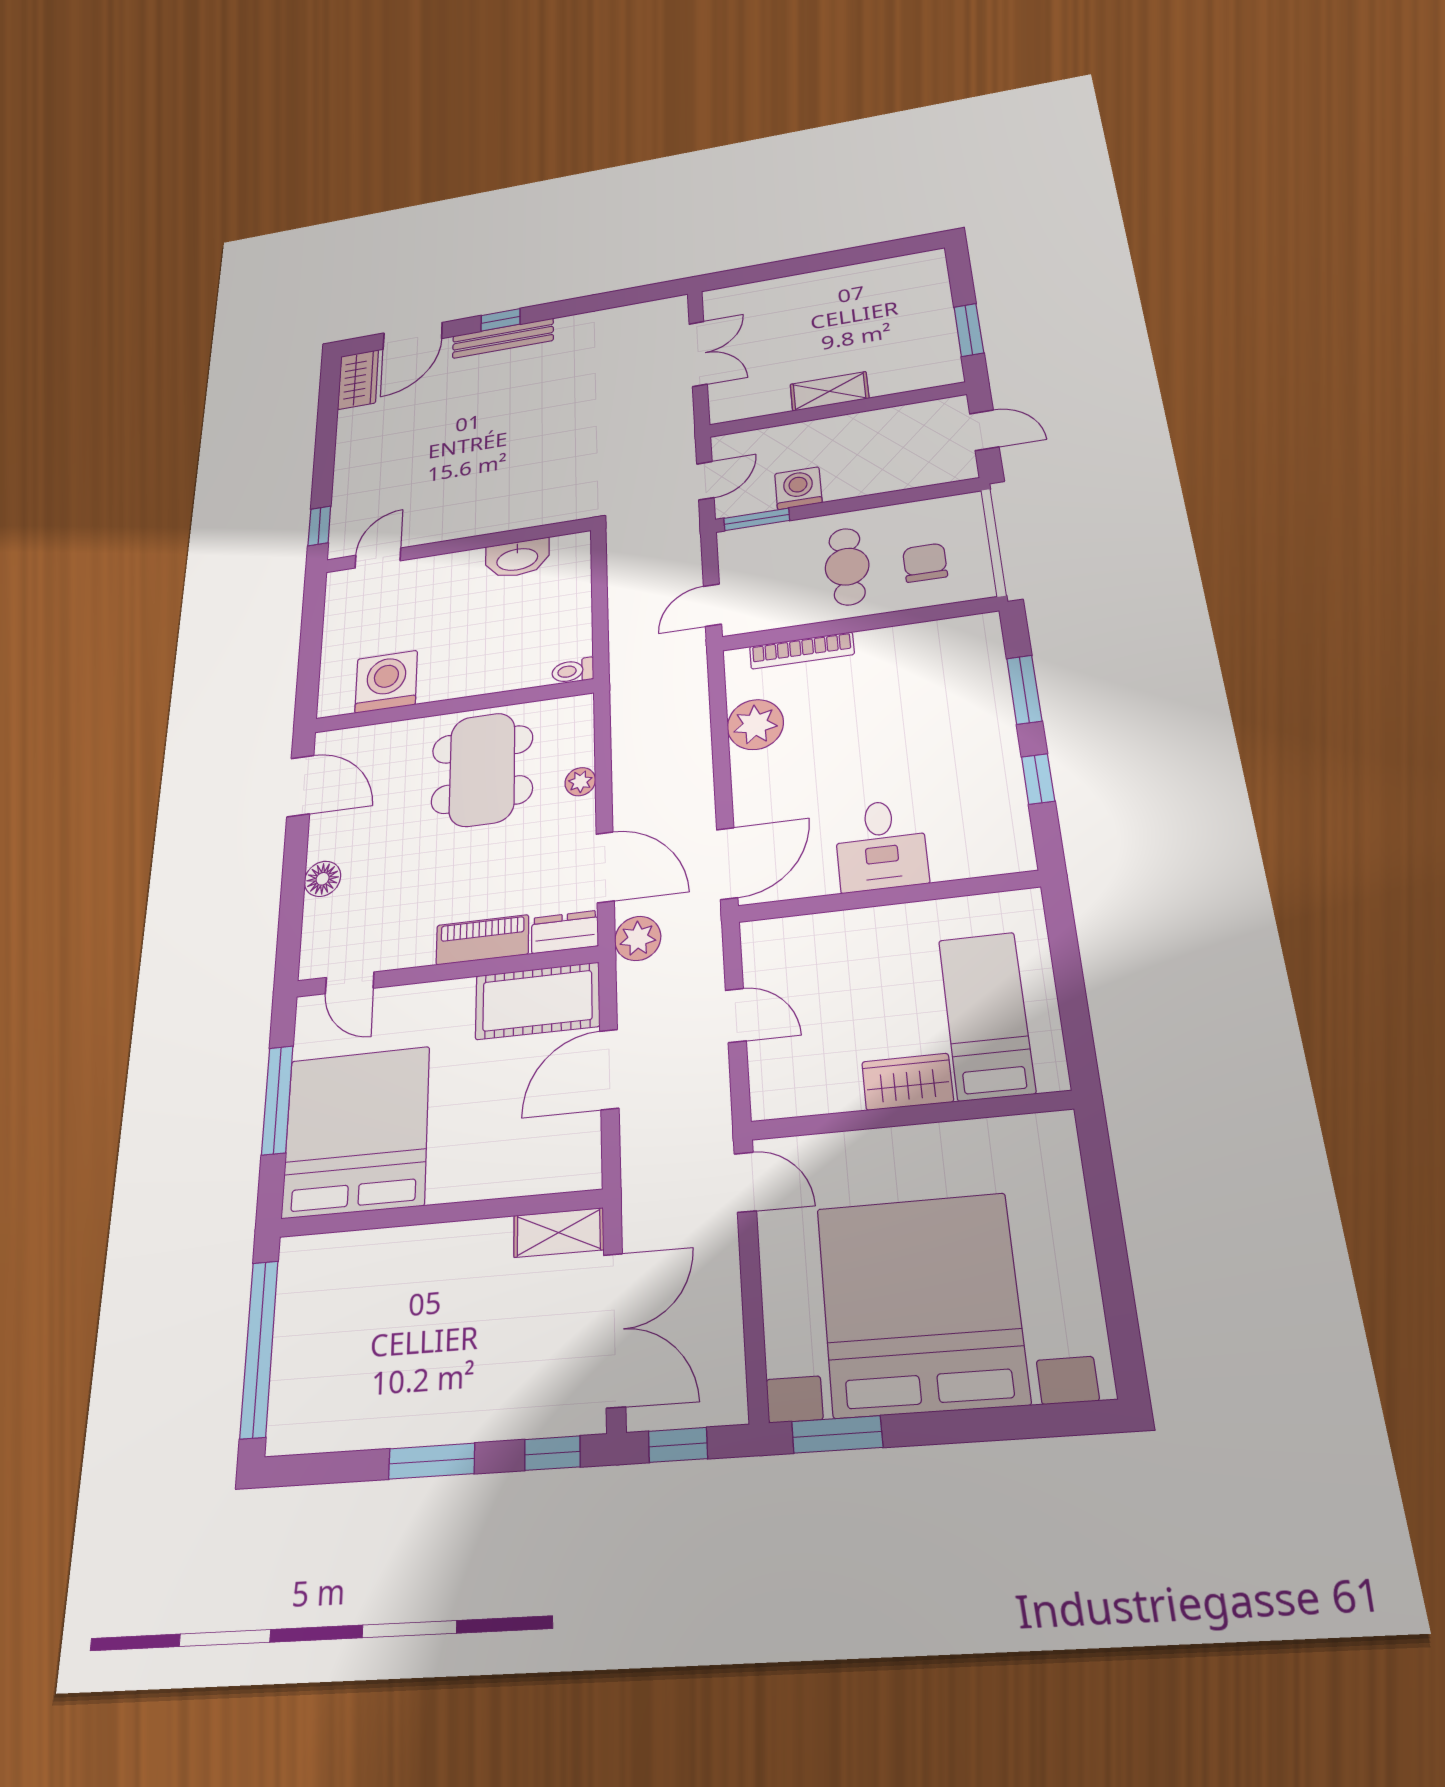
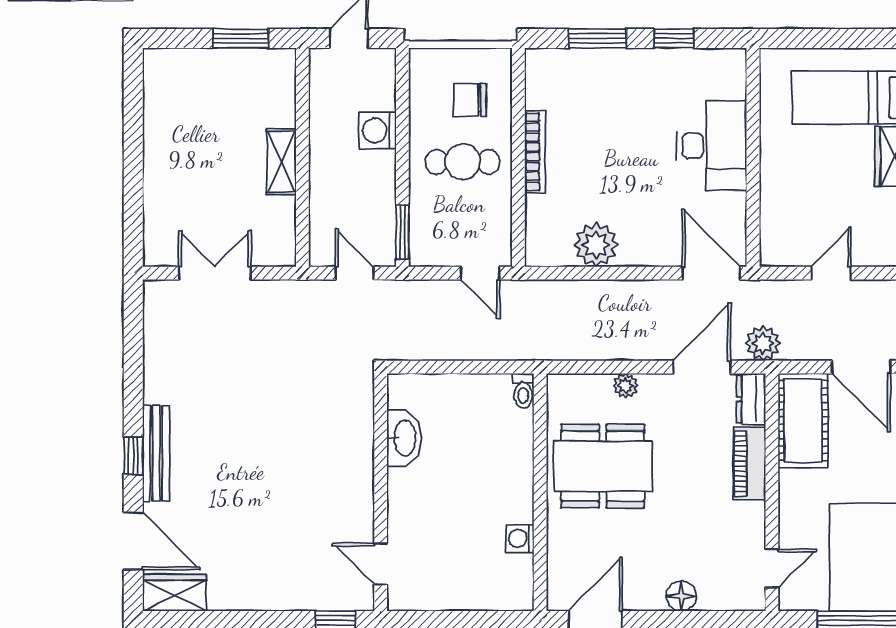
washing machine: (798, 488) -> (378, 130), moved
bookcase: (802, 651) -> (535, 152), moved
washing machine: (386, 682) -> (520, 538), width x0.53, depth x0.53
desk: (881, 845) -> (712, 146), width x1.37

